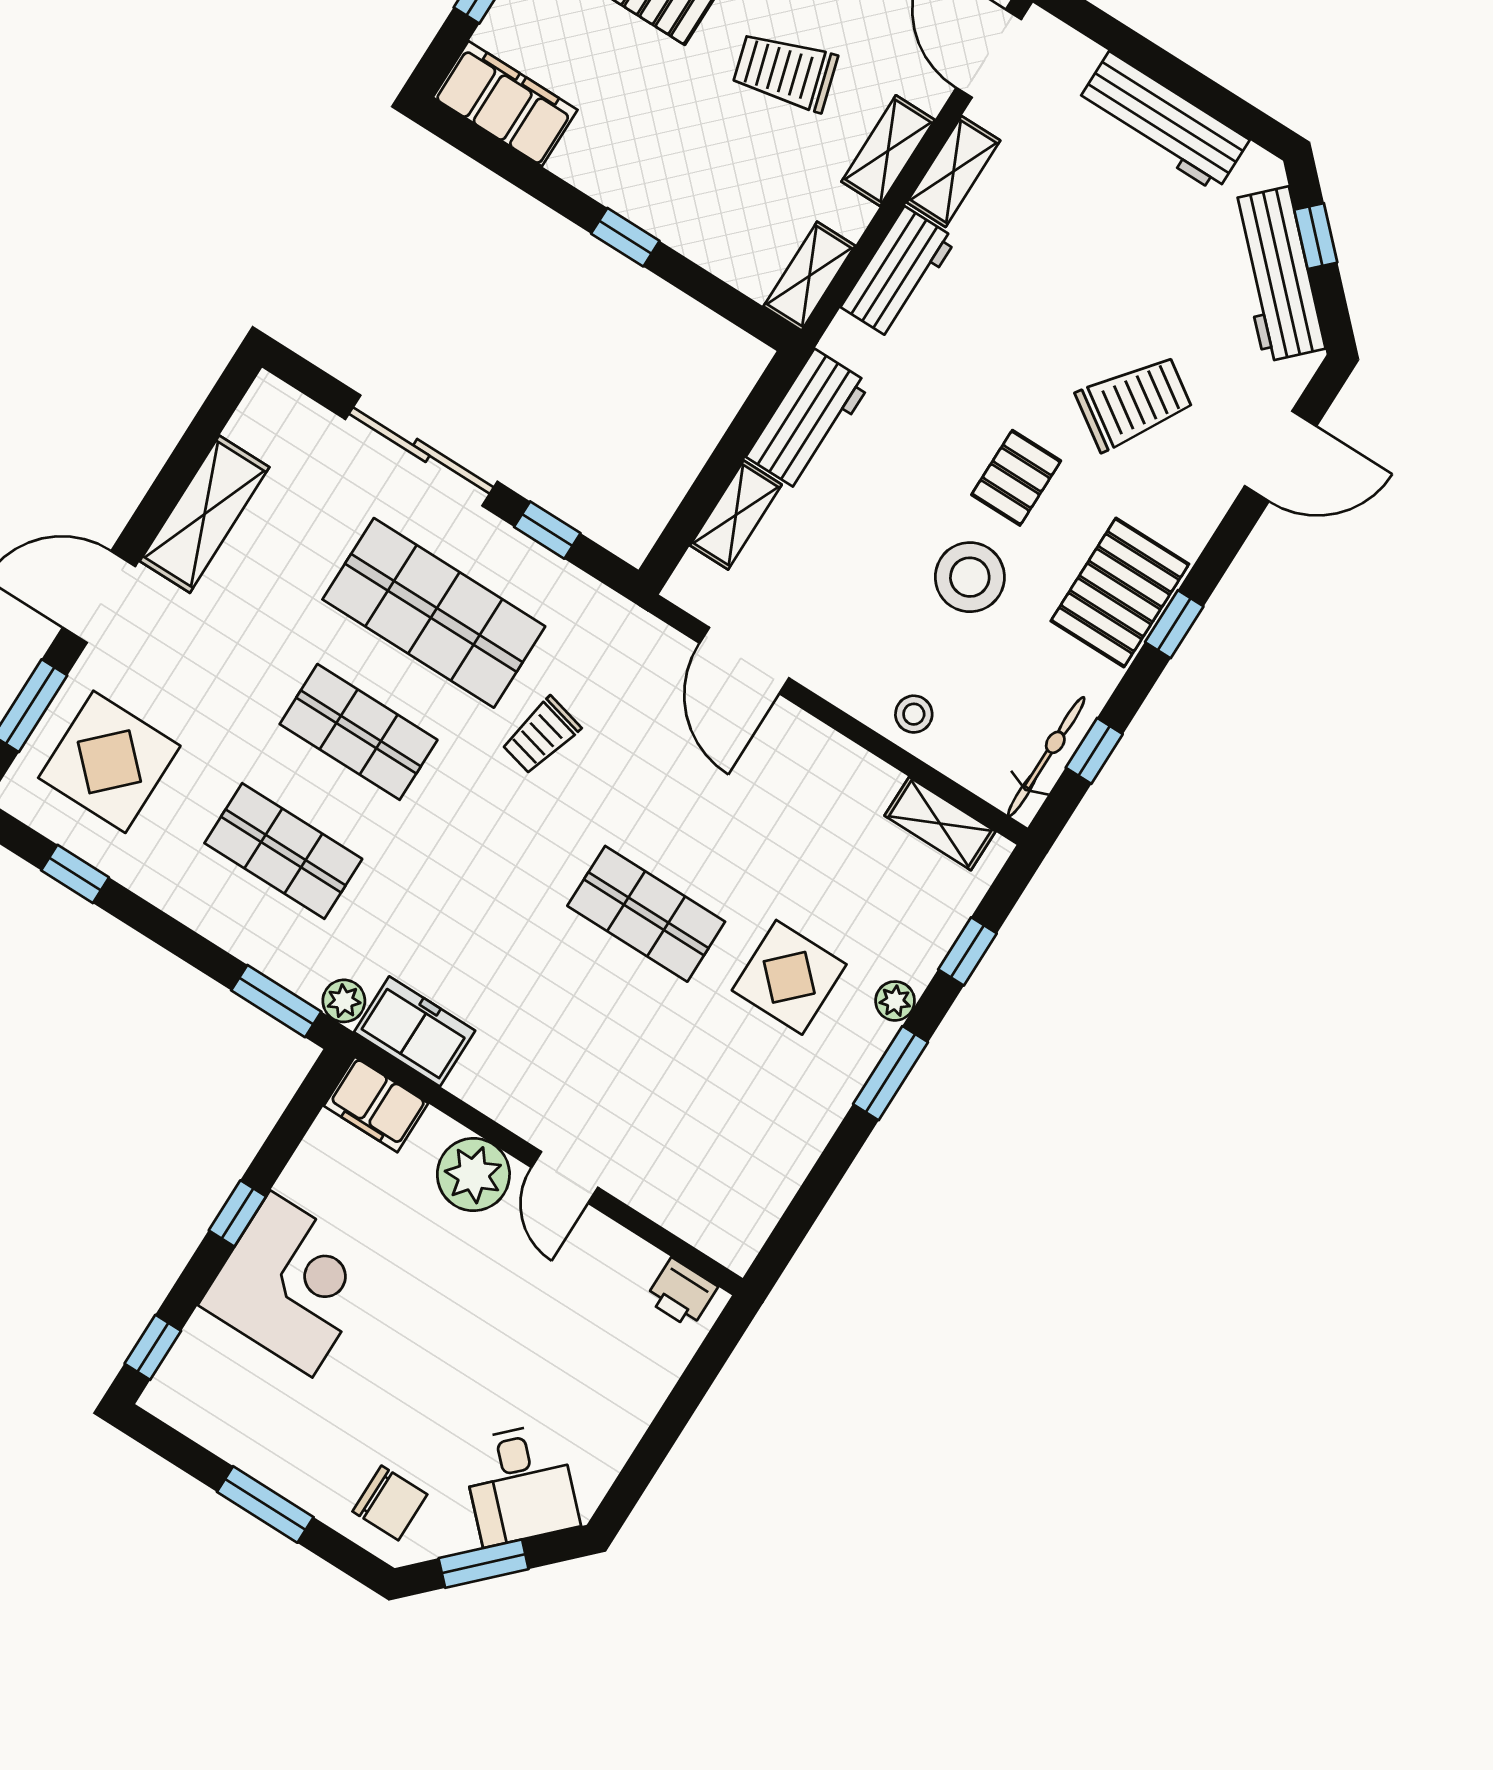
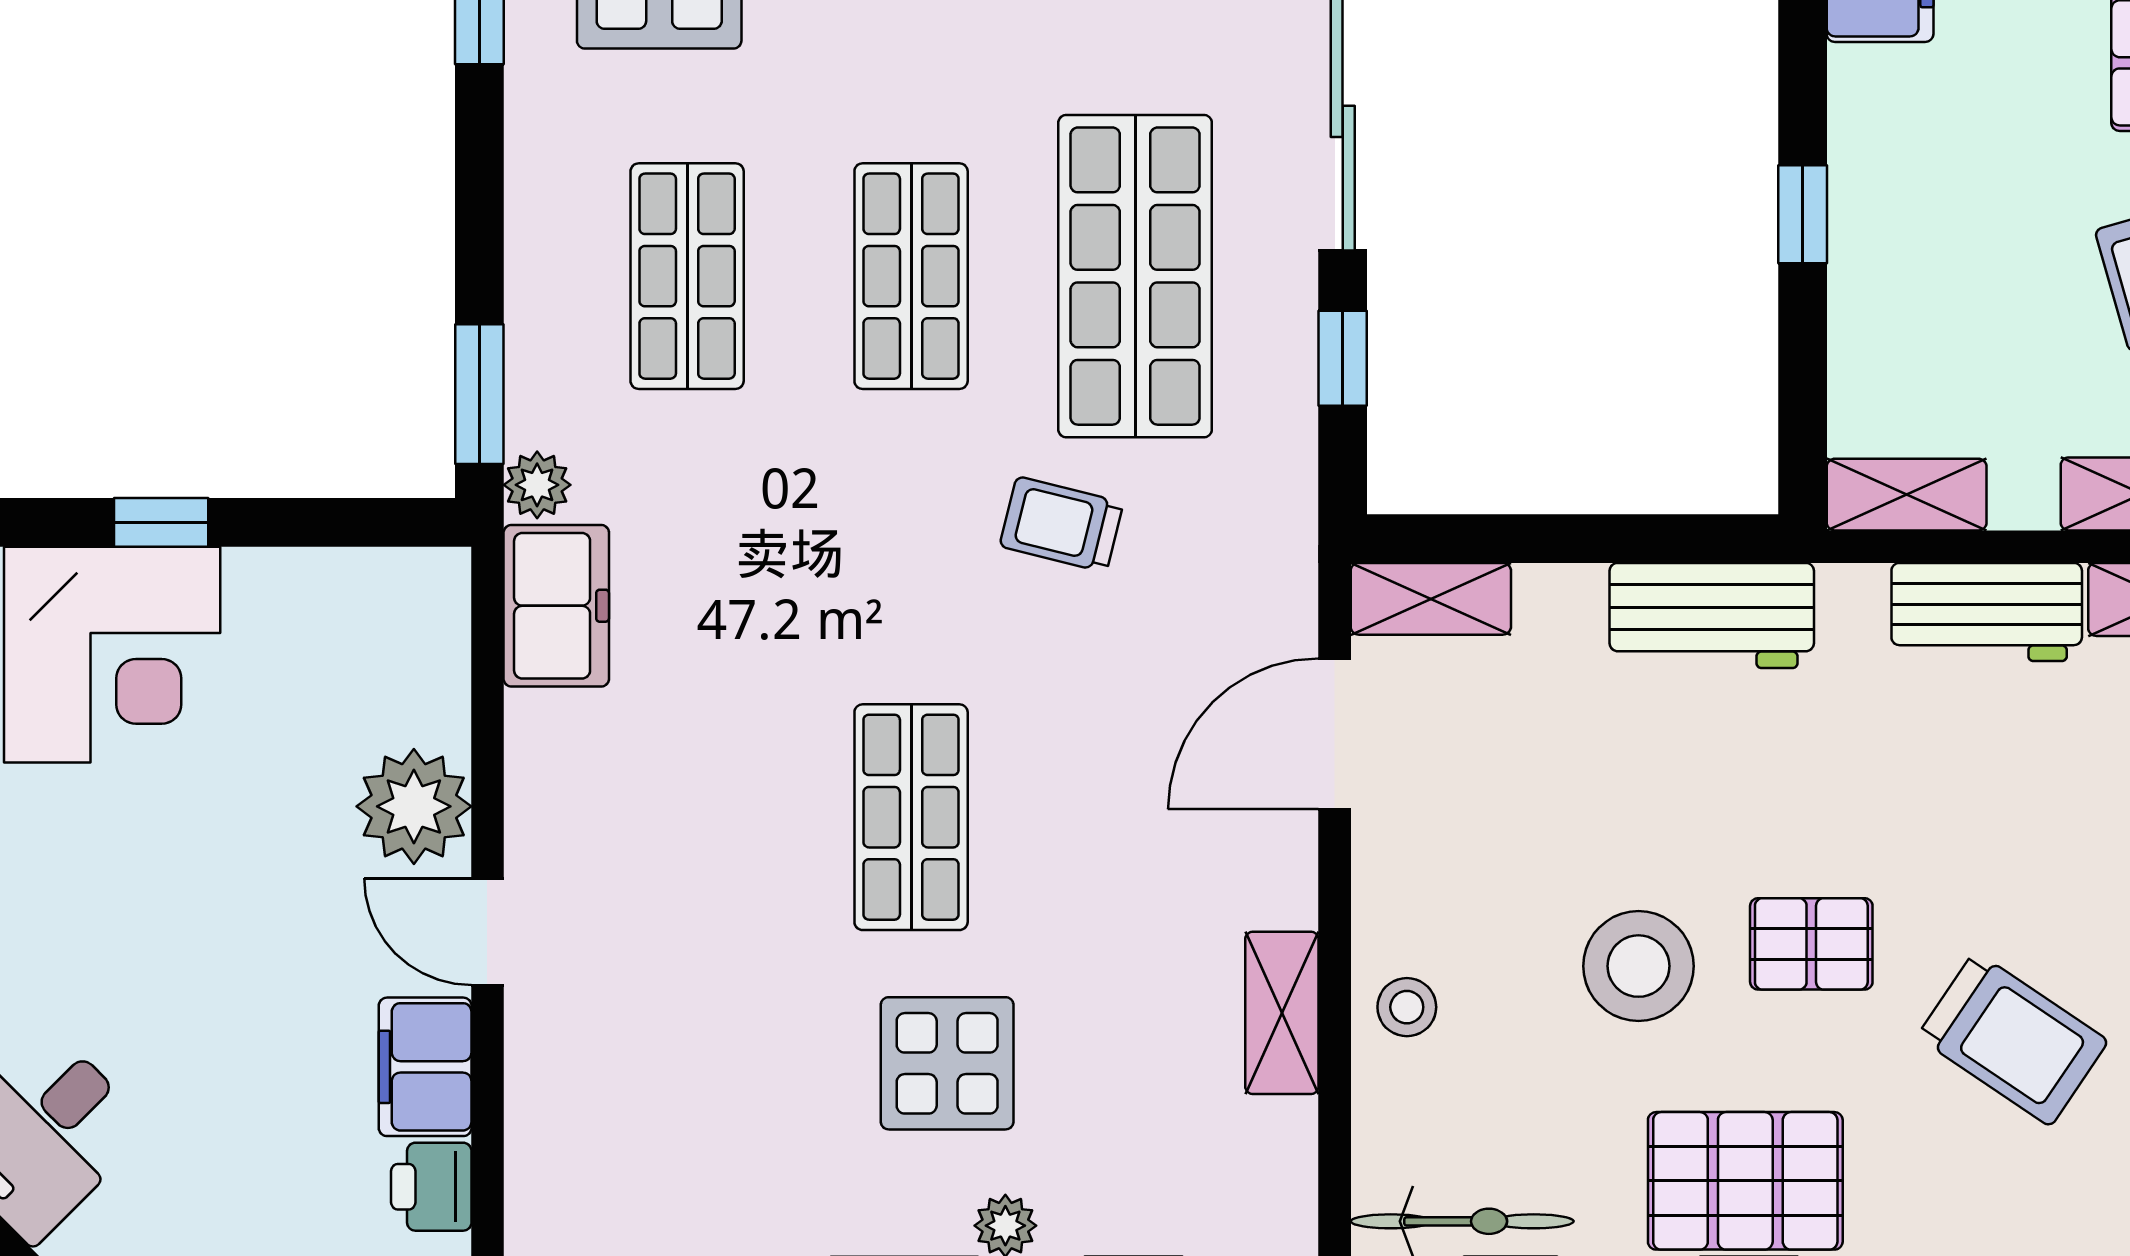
shelving: (736, 515) -> (1431, 599), moved
shelving: (940, 824) -> (1282, 1013), moved
filing cabinet: (376, 1104) -> (425, 1067), moved
door: (565, 1177) -> (487, 932), hinge flipped

